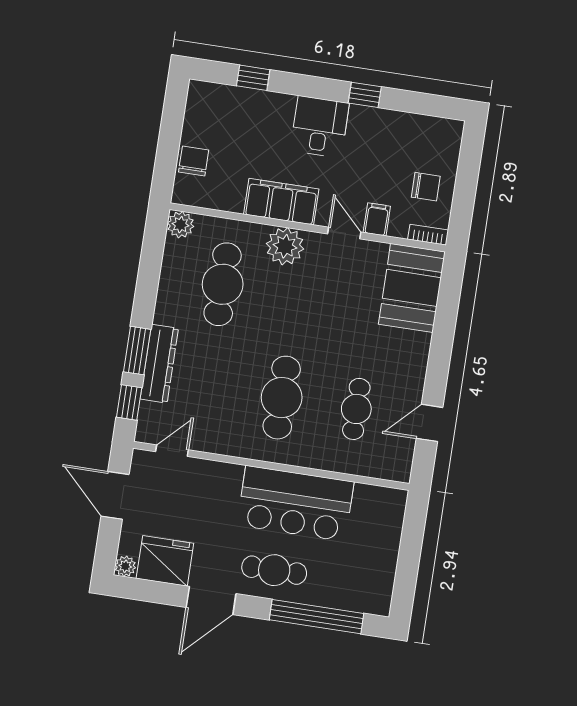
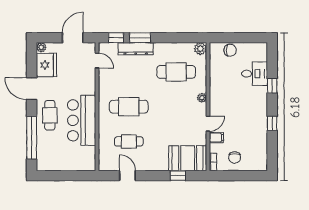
window: (253, 78) -> (272, 86), moved
desk: (320, 127) -> (255, 74), moved
filing cabinet: (281, 202) -> (218, 93), removed
plant: (285, 246) -> (202, 98), width x0.53, depth x0.53
window: (446, 314) -> (178, 176), added

